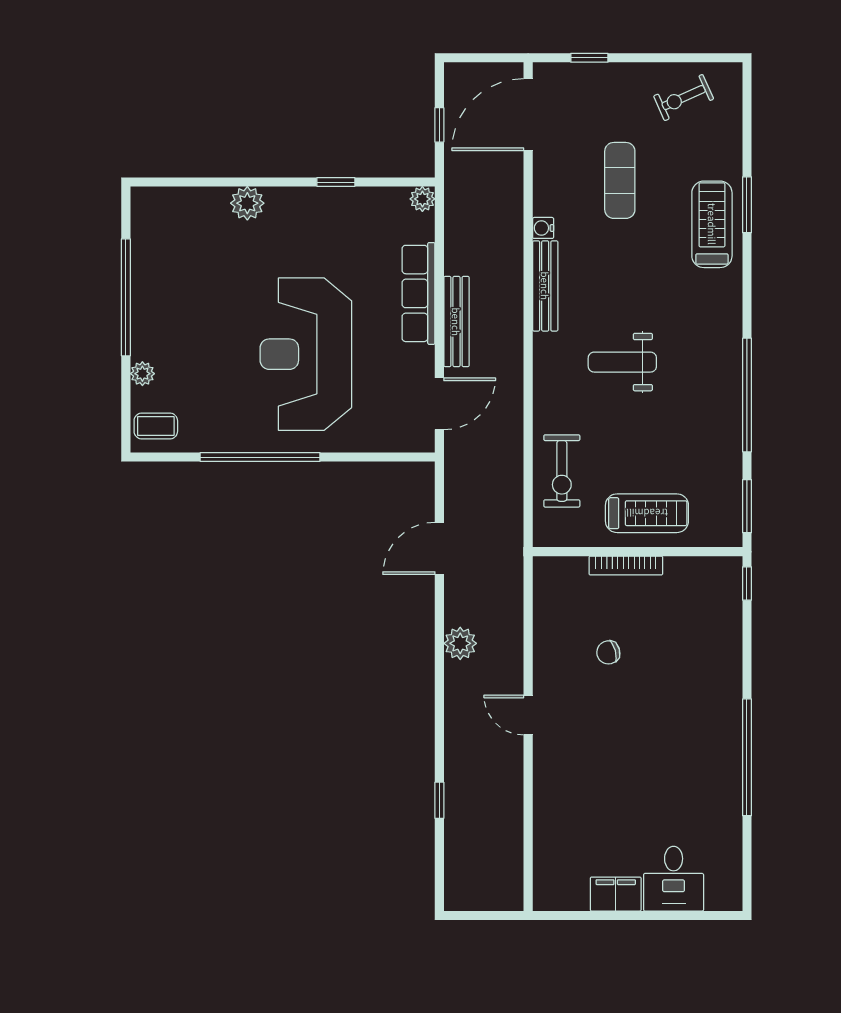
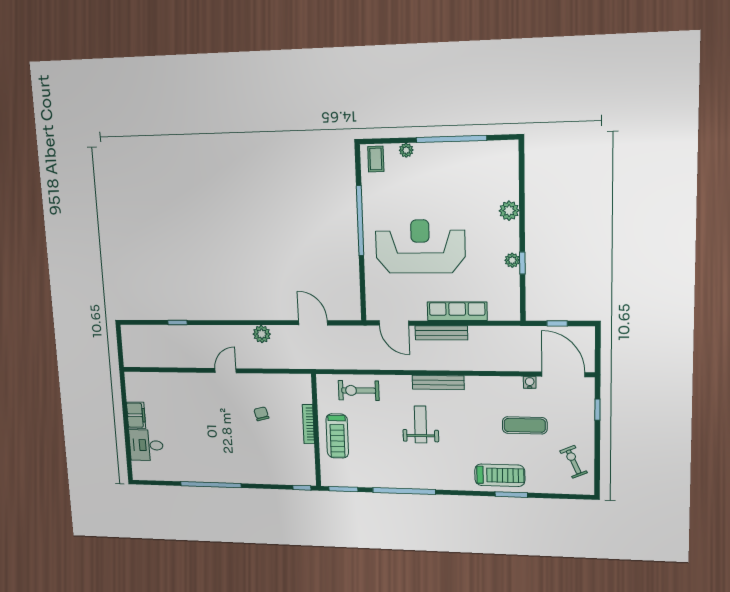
plant: (422, 199) -> (512, 260), moved
water cooler: (543, 228) -> (530, 382), moved
bench: (545, 286) -> (438, 382), moved

